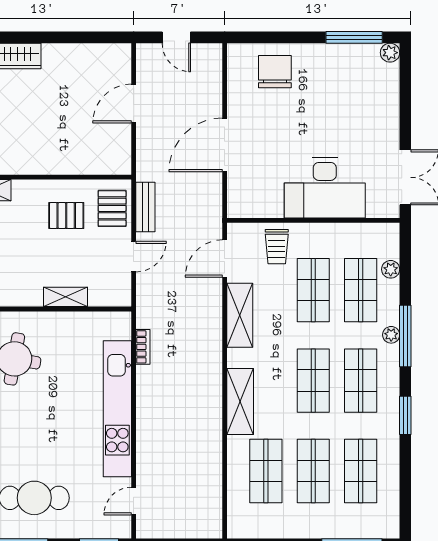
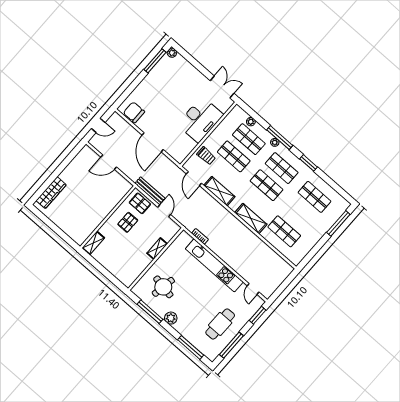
chair: (275, 72) -> (134, 112), moved
door: (134, 104) -> (109, 162), hinge flipped
bench: (145, 207) -> (150, 191), width x1.36
shop shelf: (313, 471) -> (299, 214), removed

